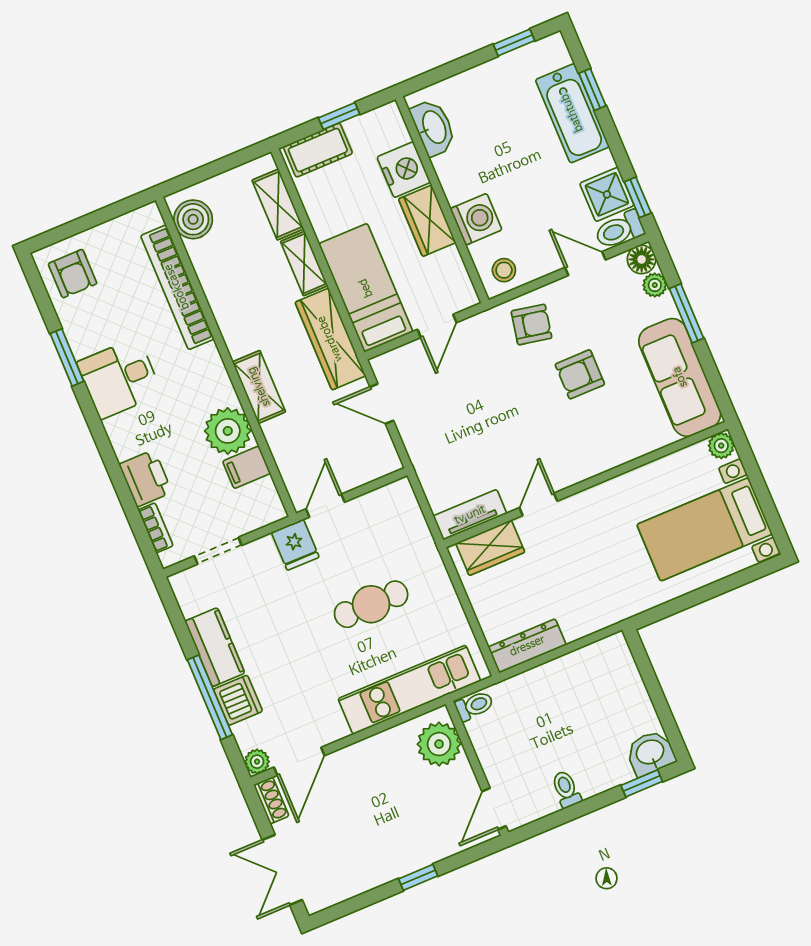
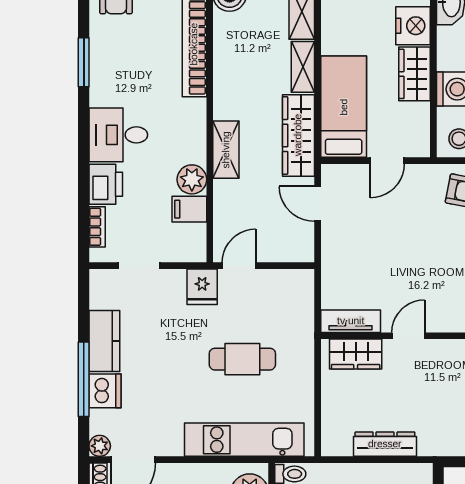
desk: (119, 378) -> (118, 135), moved
plant: (228, 431) -> (192, 179), width x0.73, depth x0.73
dresser: (527, 646) -> (385, 444), moved

